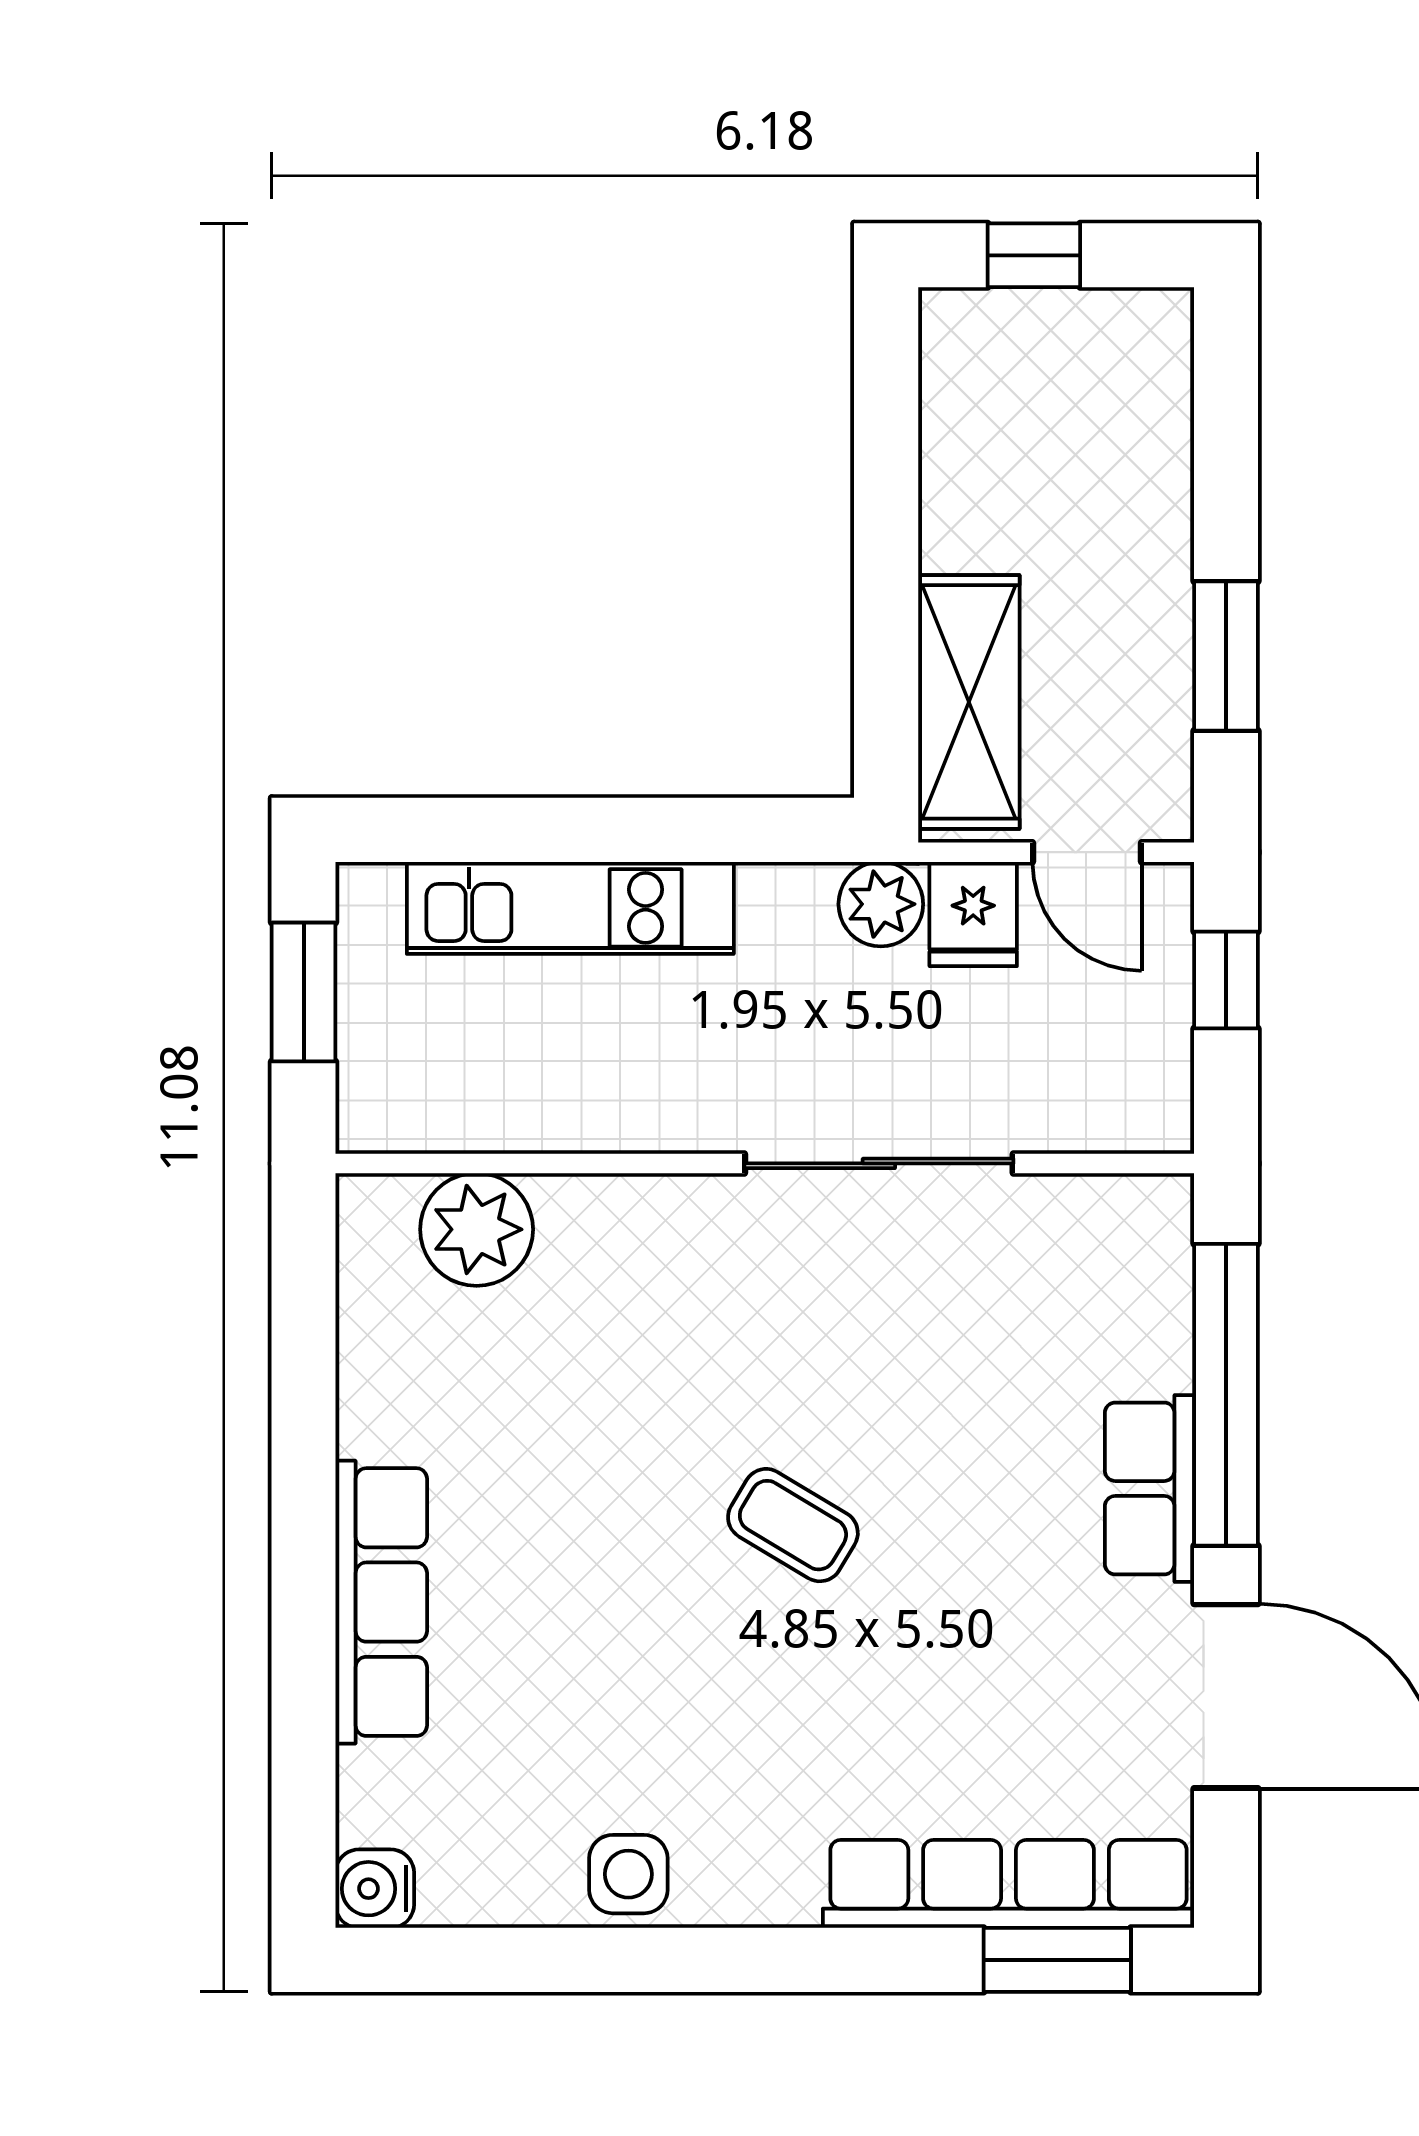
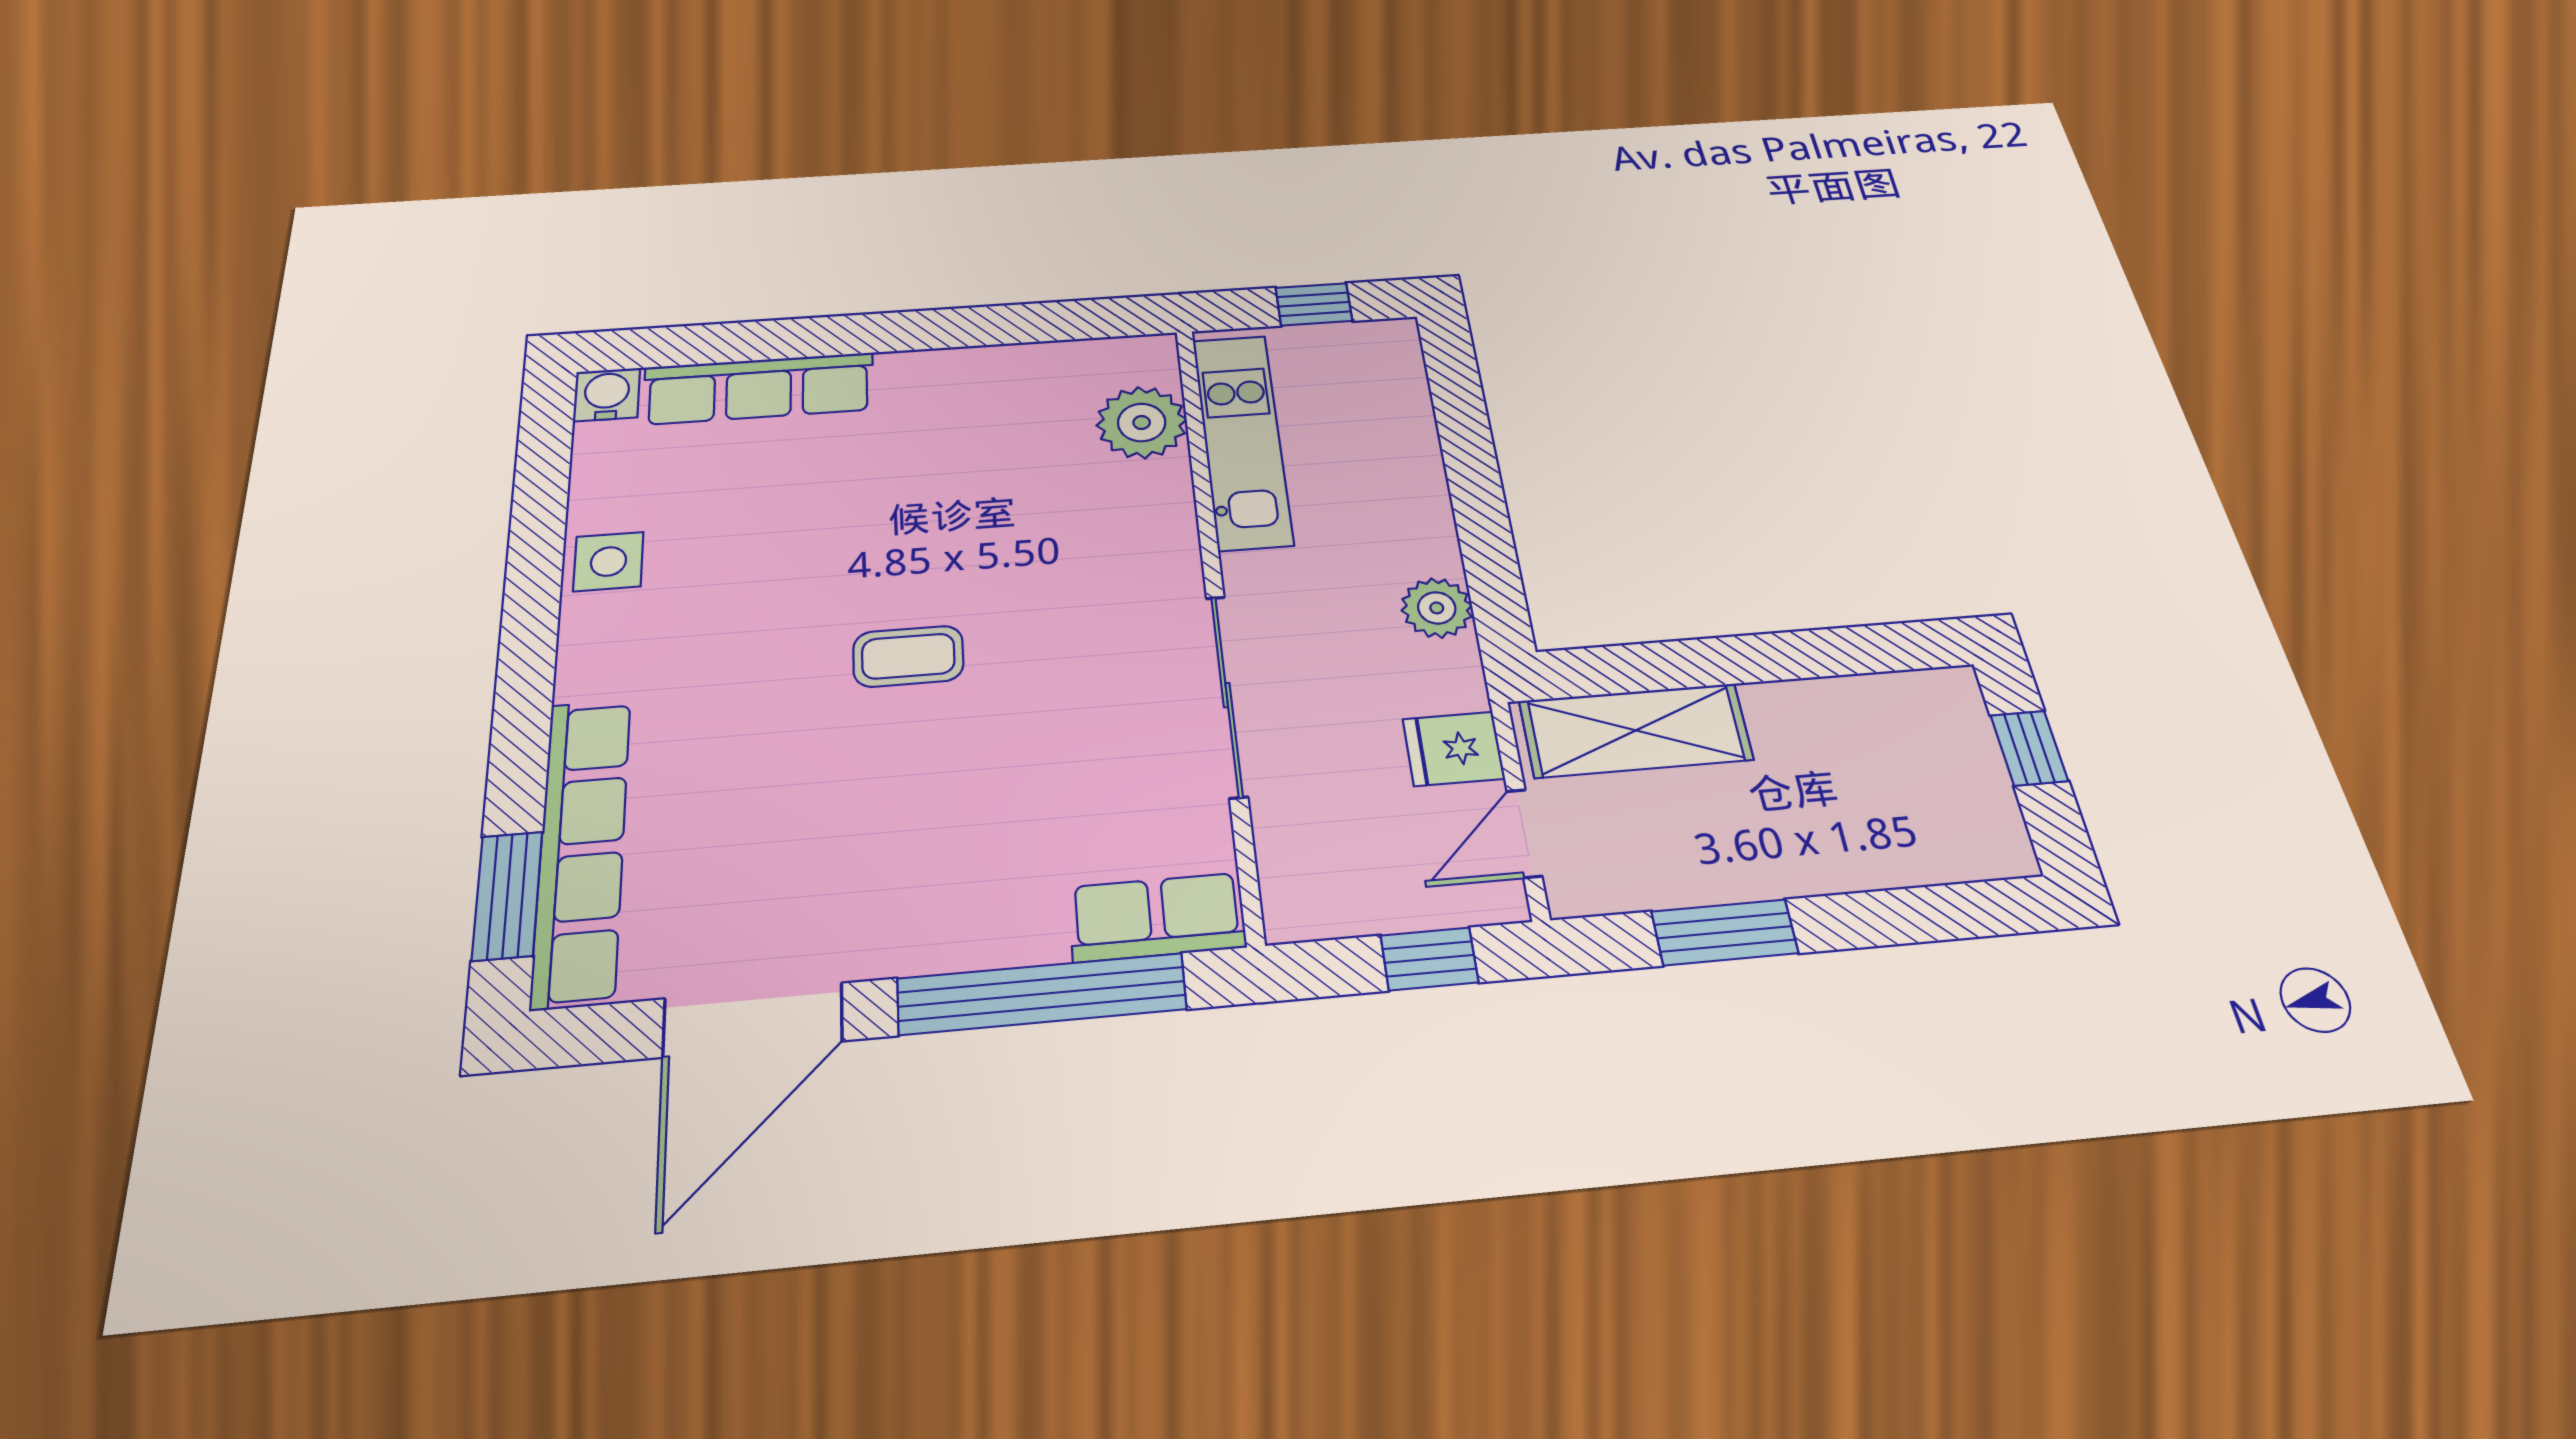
plant: (881, 904) -> (1437, 608), moved
kitchen unit: (570, 908) -> (1242, 440), moved, turned 180
window: (304, 992) -> (1314, 304), width x0.67
row of seats: (1149, 1488) -> (1157, 917), moved
coffee table: (793, 1525) -> (908, 656), turned 59
row of seats: (381, 1602) -> (759, 388), moved

